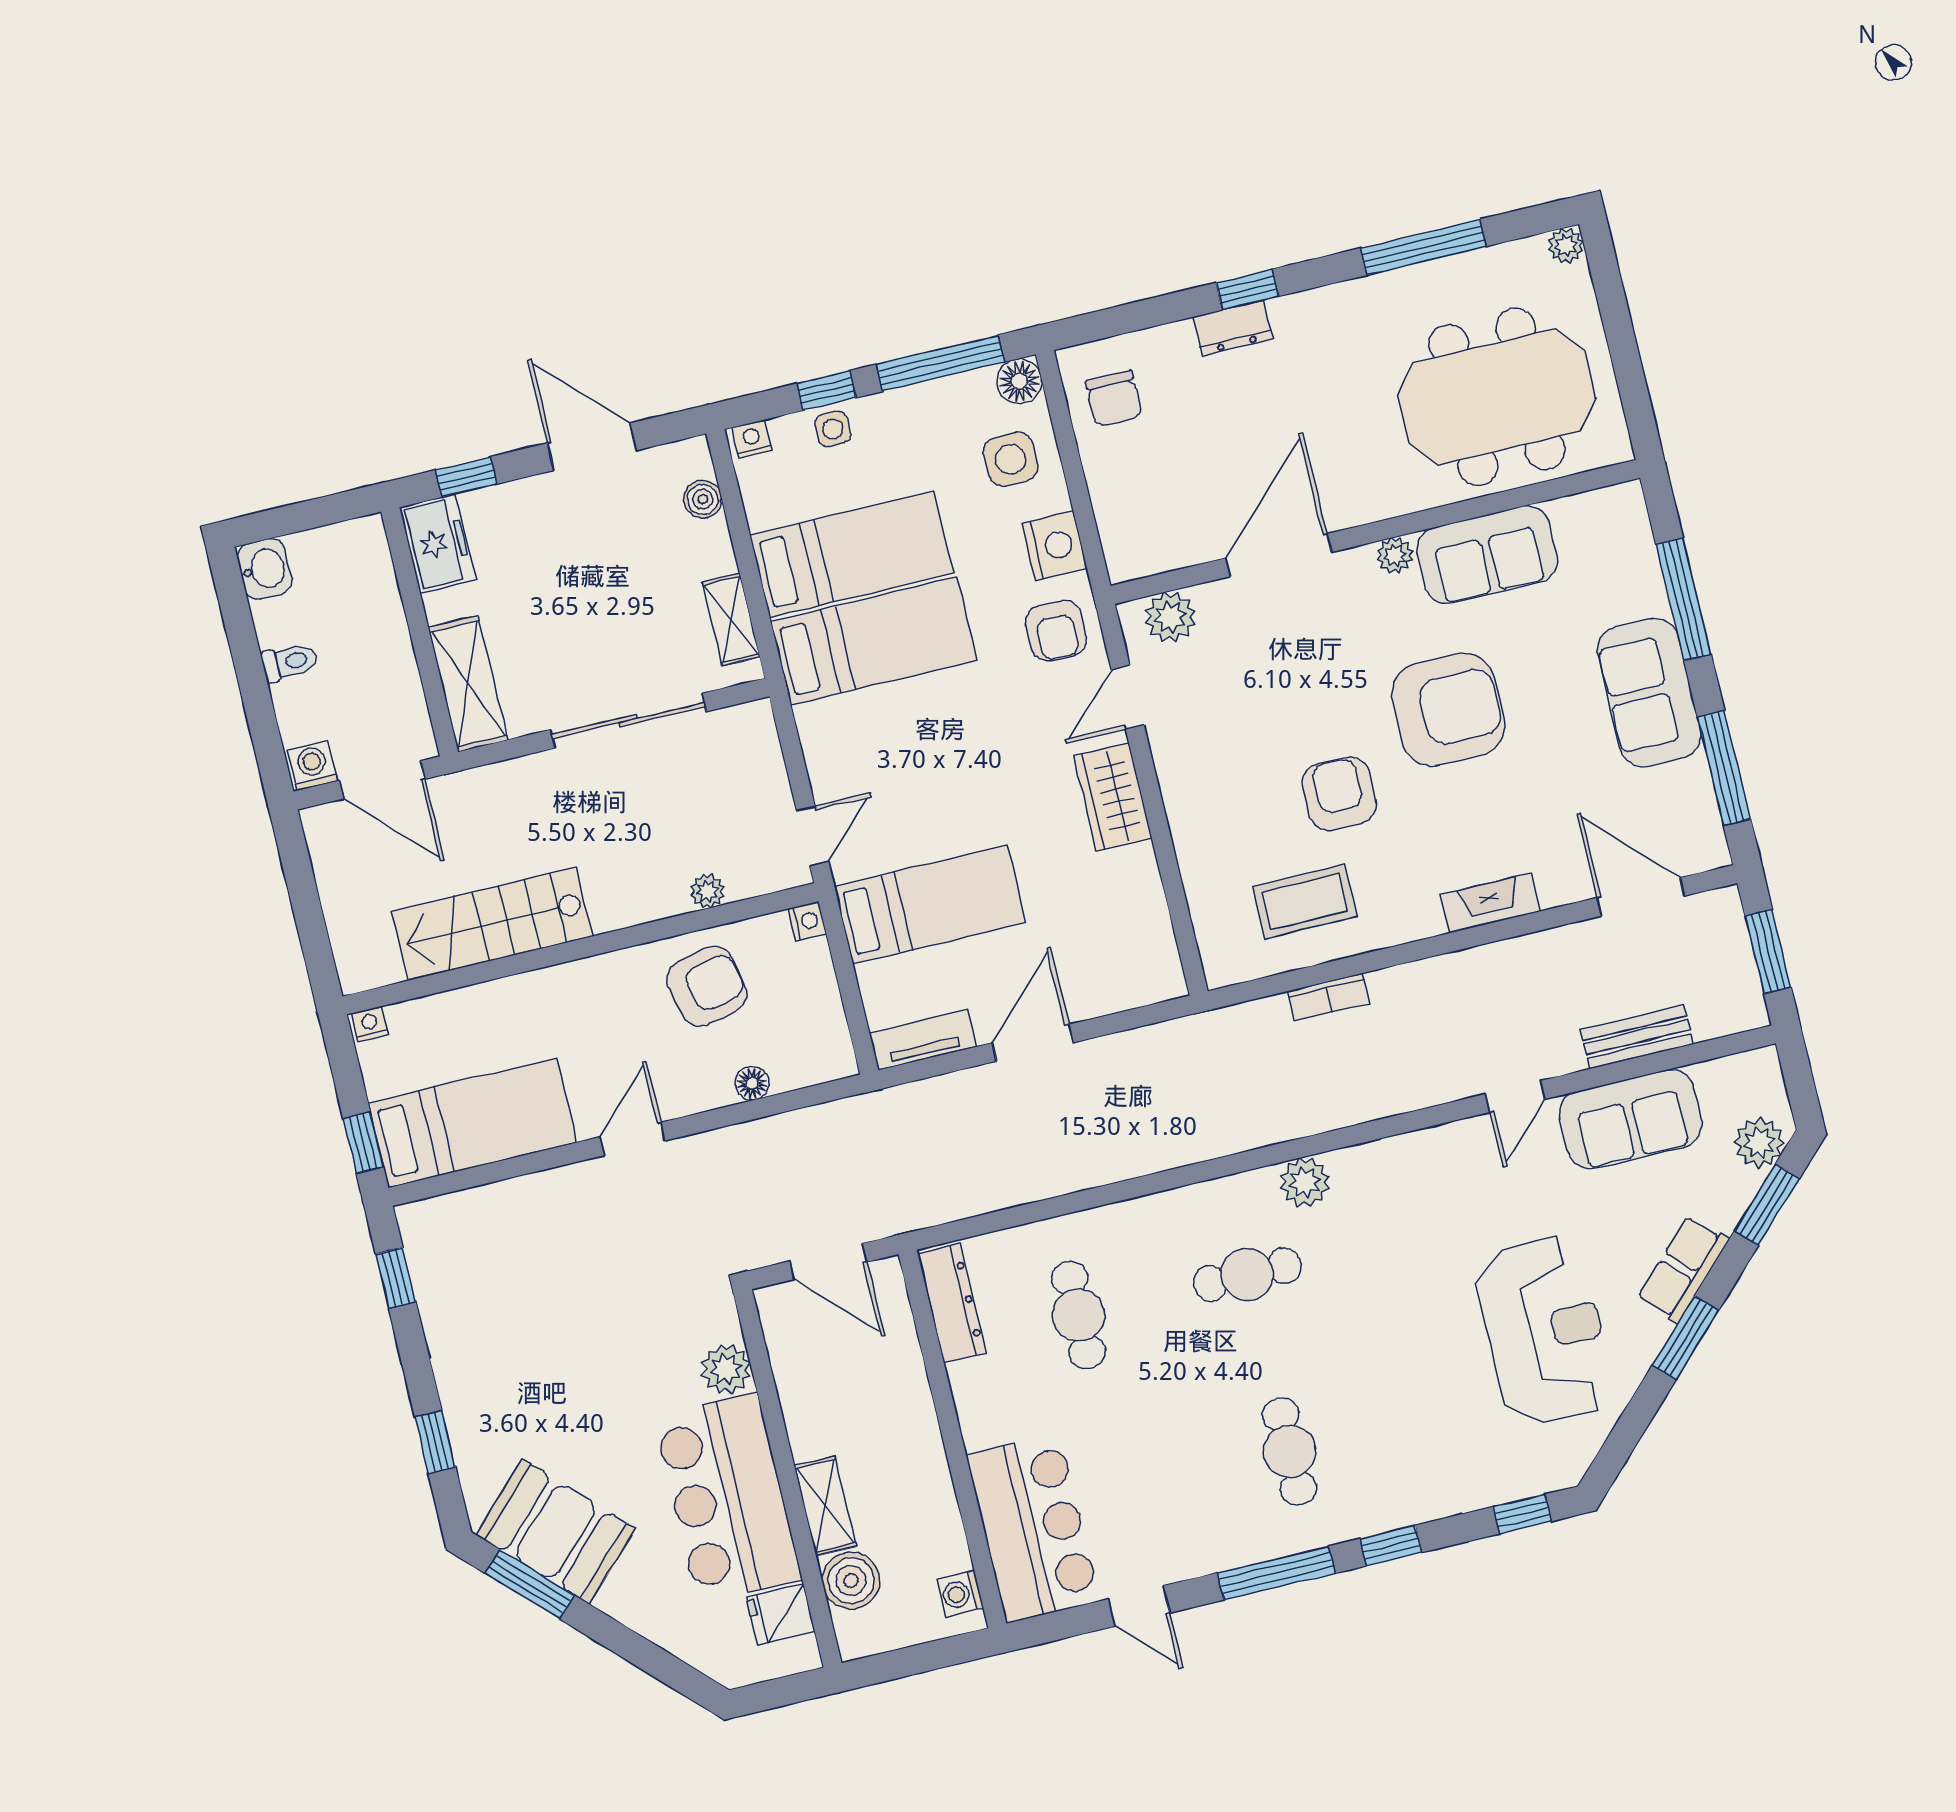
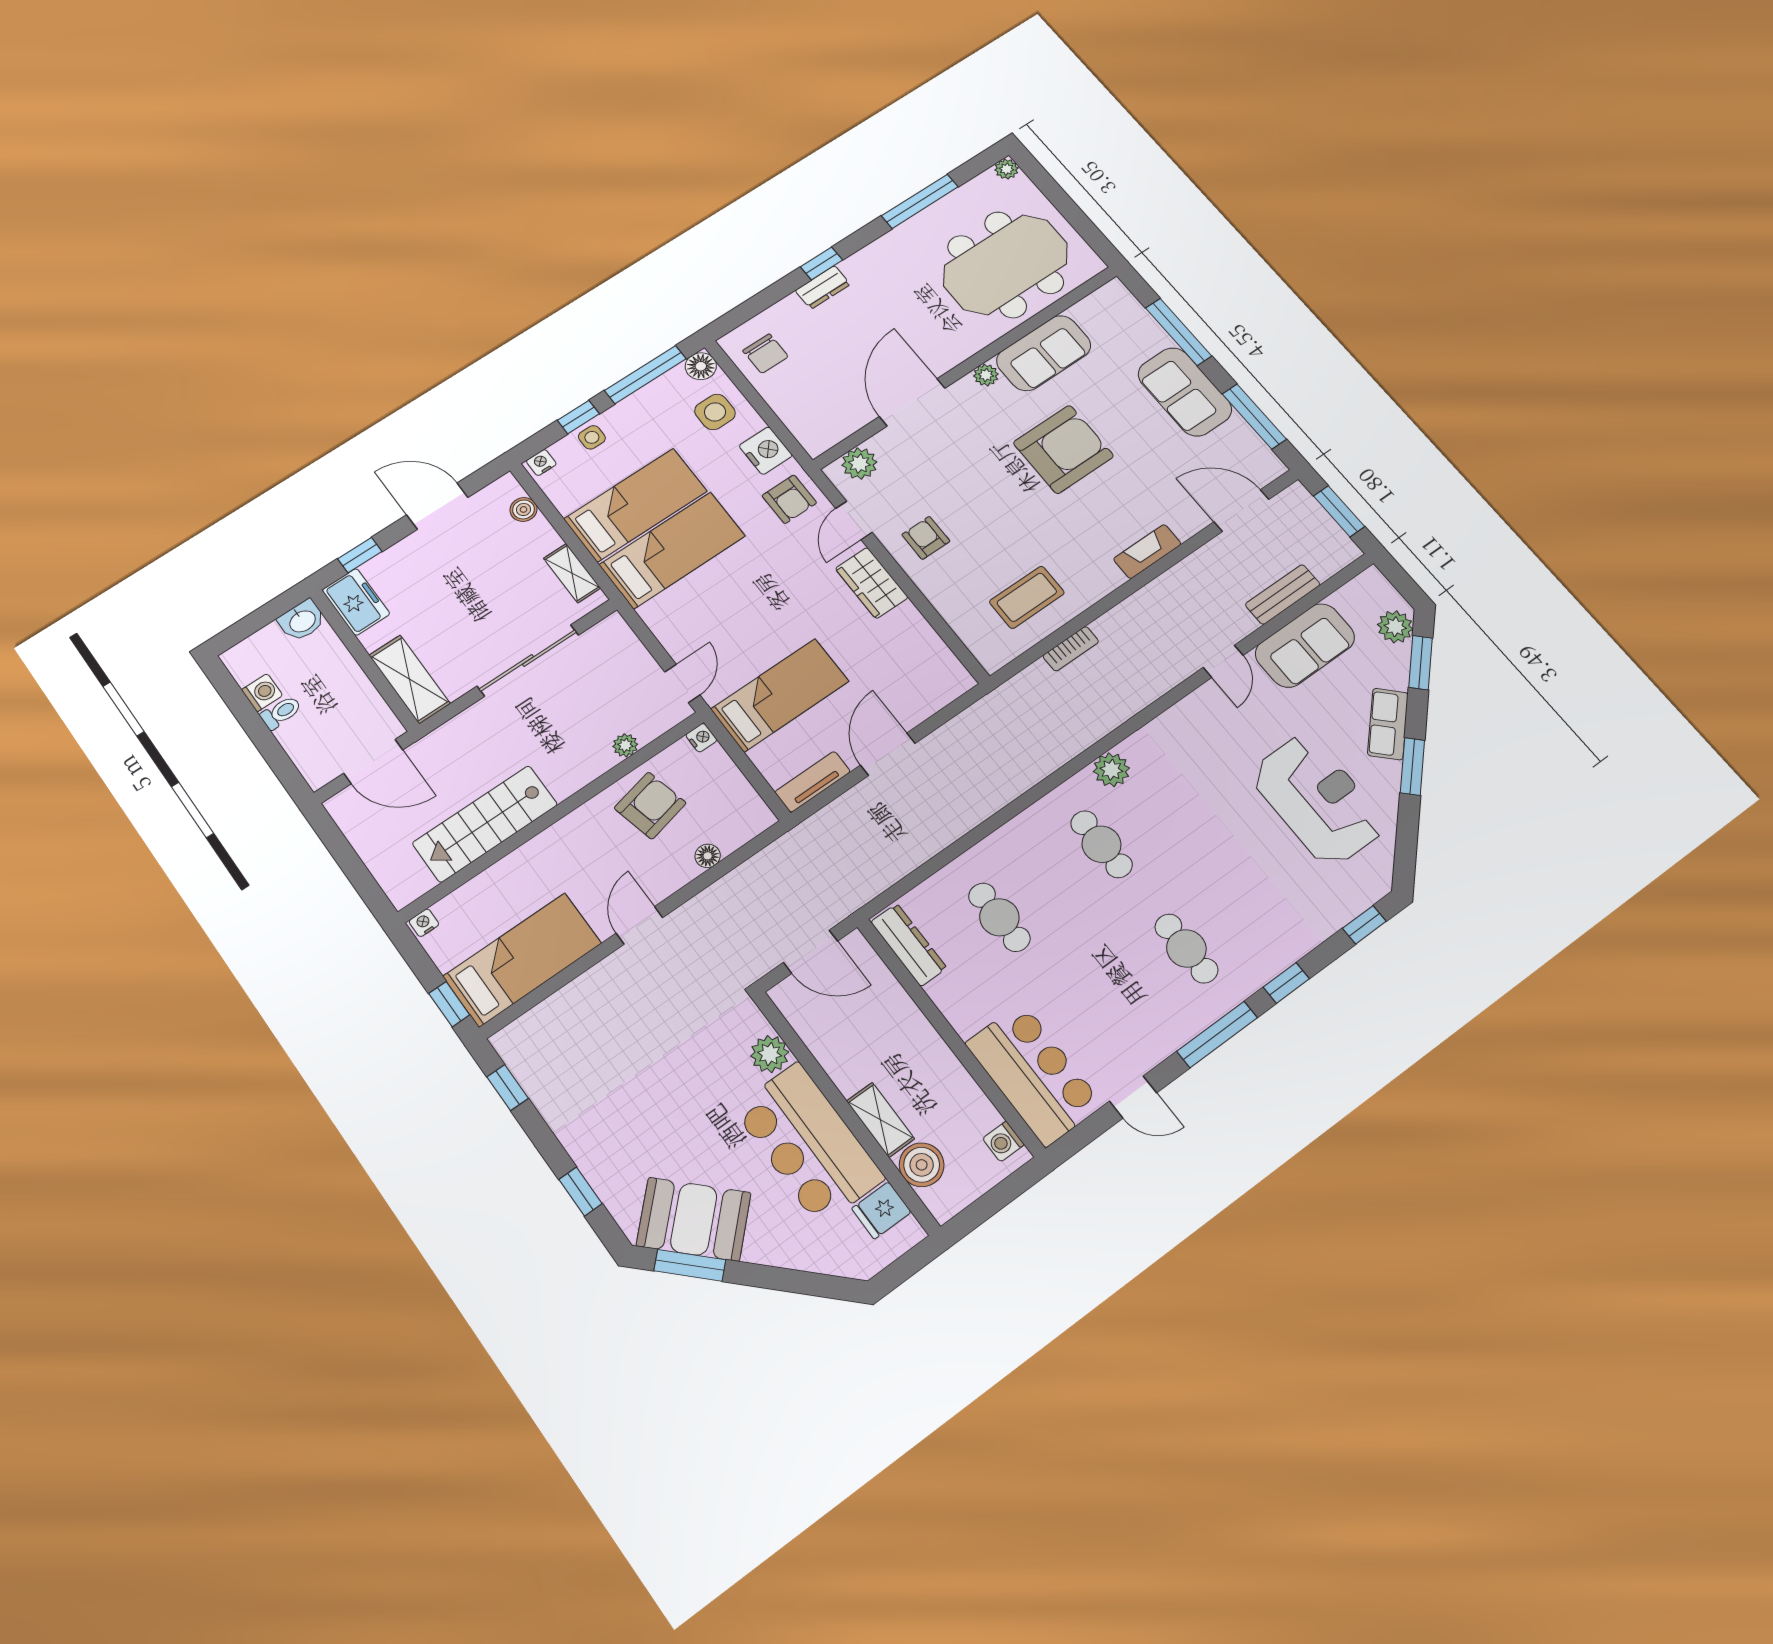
washbasin: (265, 569) -> (302, 621), moved, turned 90
washing machine: (313, 765) -> (262, 693), moved, turned 90
armchair: (1339, 794) -> (926, 538), moved, width x0.72, depth x0.72
cafe table: (1247, 1275) -> (1101, 844), turned 90

